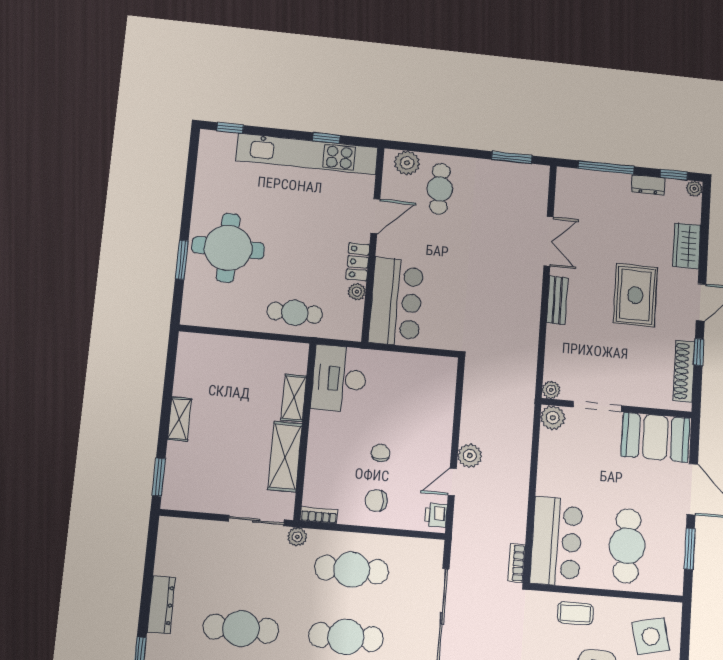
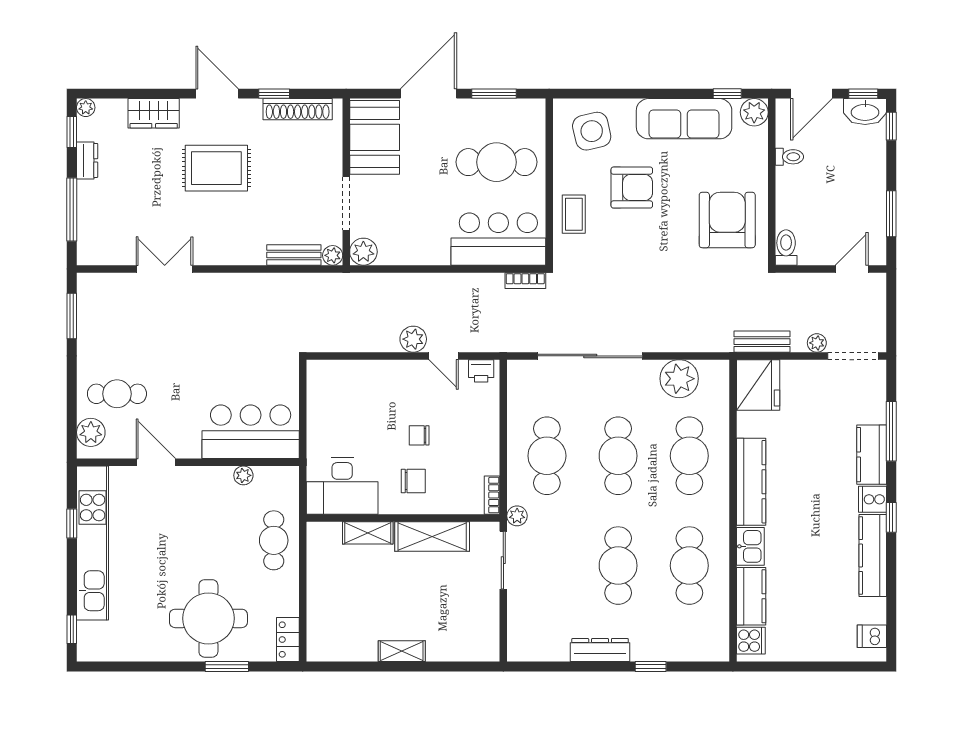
locker: (358, 262) -> (288, 640), moved, turned 90
bench: (557, 300) -> (294, 255), moved
window: (159, 477) -> (466, 667), removed
chair: (376, 500) -> (413, 481), moved, turned -90

